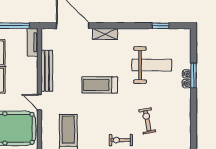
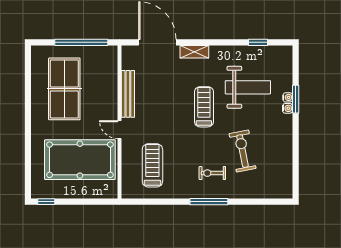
tv unit: (33, 42) -> (112, 61), removed
treadmill: (100, 85) -> (204, 107), moved, turned 90
exercise bike: (147, 121) -> (243, 151), width x1.38, depth x1.39

